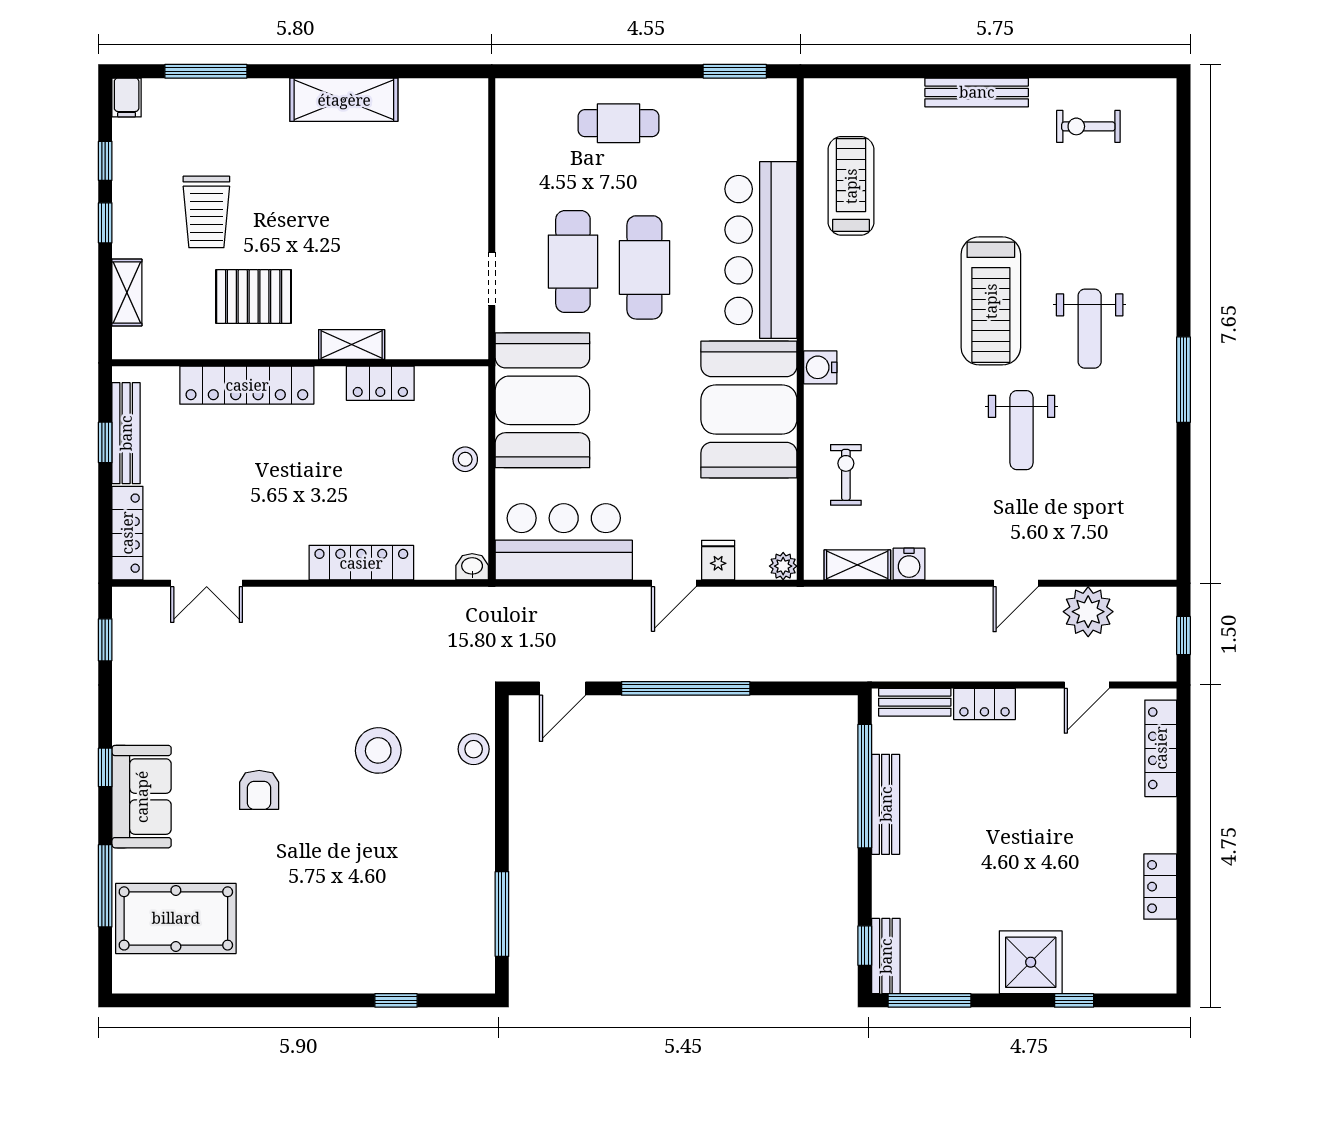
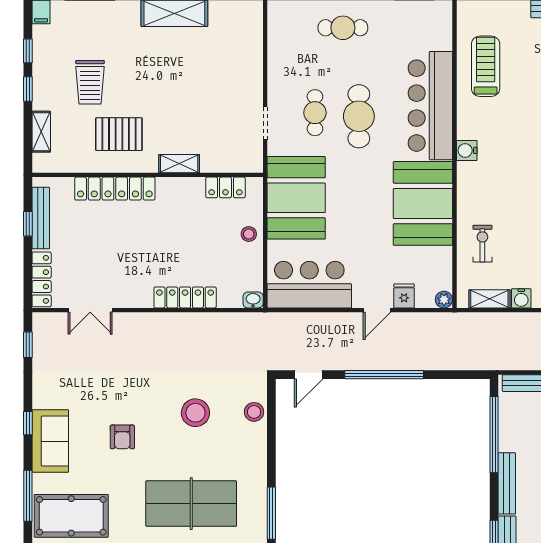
cafe table: (573, 262) -> (315, 113), width x0.73, depth x0.74
water cooler: (820, 367) -> (467, 150), moved
locker: (380, 383) -> (225, 187), moved
bench: (886, 804) -> (507, 483), moved
table tennis table: (371, 898) -> (191, 504), added

